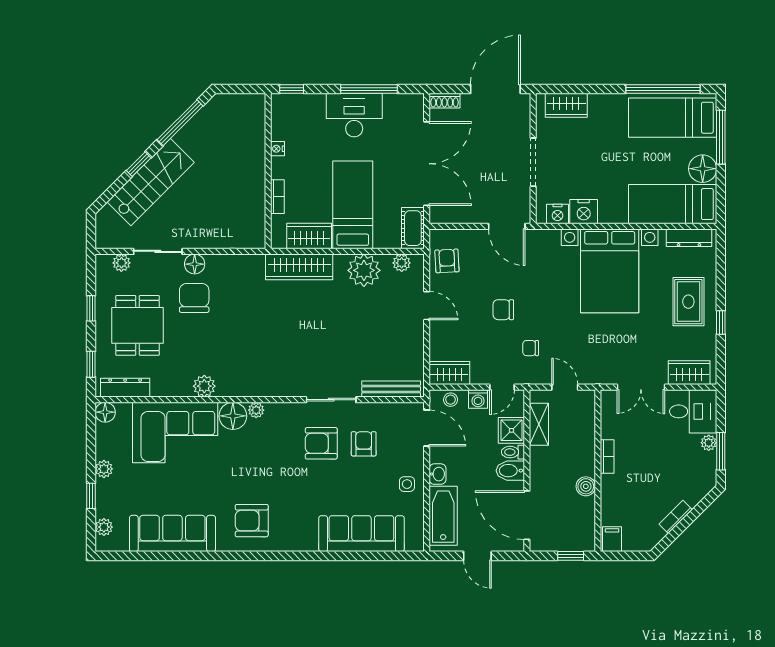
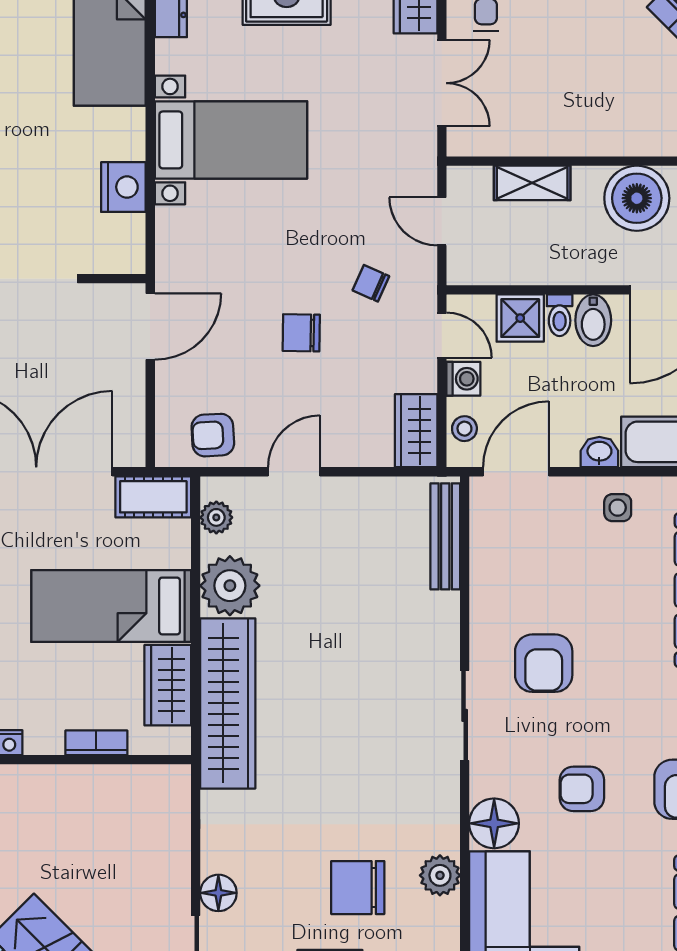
nightstand: (557, 214) -> (128, 235), removed
wardrobe: (299, 267) -> (228, 703), width x1.40, depth x1.17
bed with nightstands: (610, 271) -> (231, 140), width x0.73
chair: (194, 298) -> (358, 888), moved
chair: (503, 310) -> (301, 333), turned 91
chair: (531, 348) -> (371, 283), turned 114
door: (565, 387) -> (442, 221), hinge flipped
sliding door: (331, 400) -> (465, 715), moved
plant: (256, 410) -> (483, 781), removed
shelving: (539, 424) -> (532, 183), moved
armchair: (364, 444) -> (582, 789), moved
bookcase: (607, 457) -> (568, 144), removed
boiler: (586, 486) -> (637, 198), width x1.86, depth x1.86

